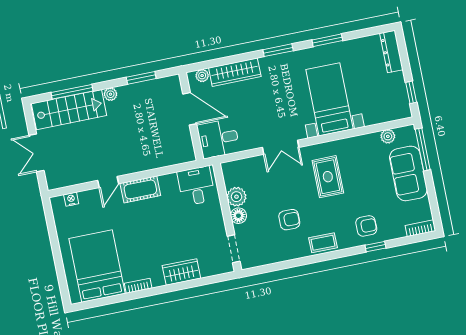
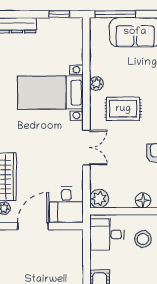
plant: (388, 136) -> (96, 84), moved
plant: (236, 197) -> (99, 199), moved
stool: (199, 224) -> (143, 239), added

